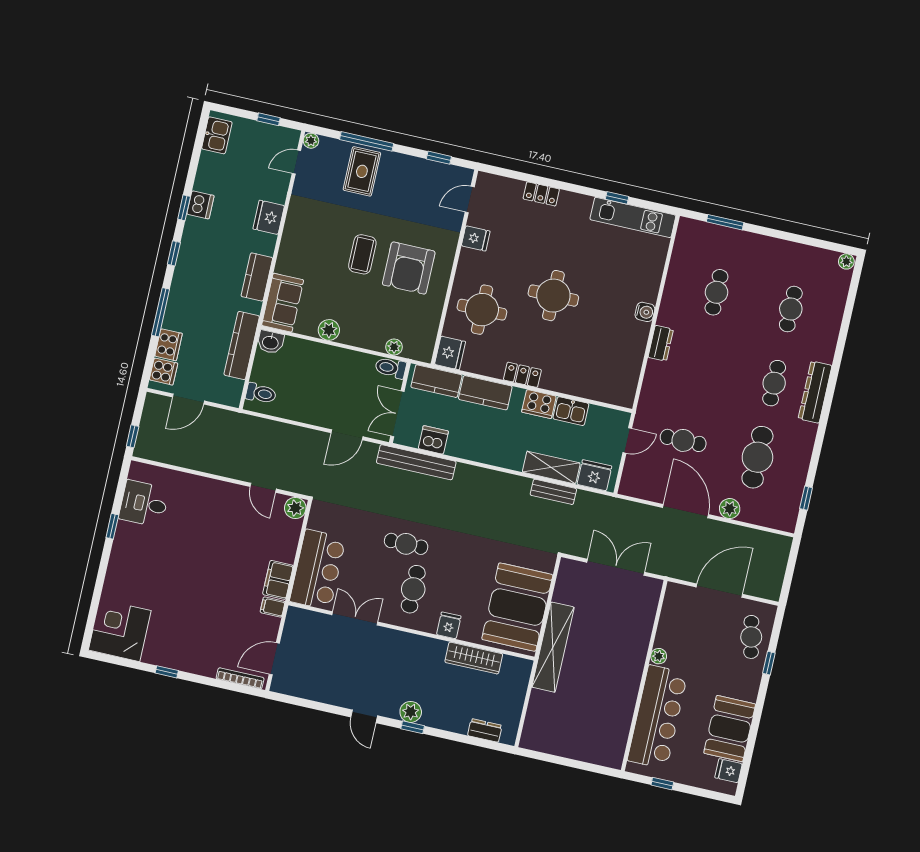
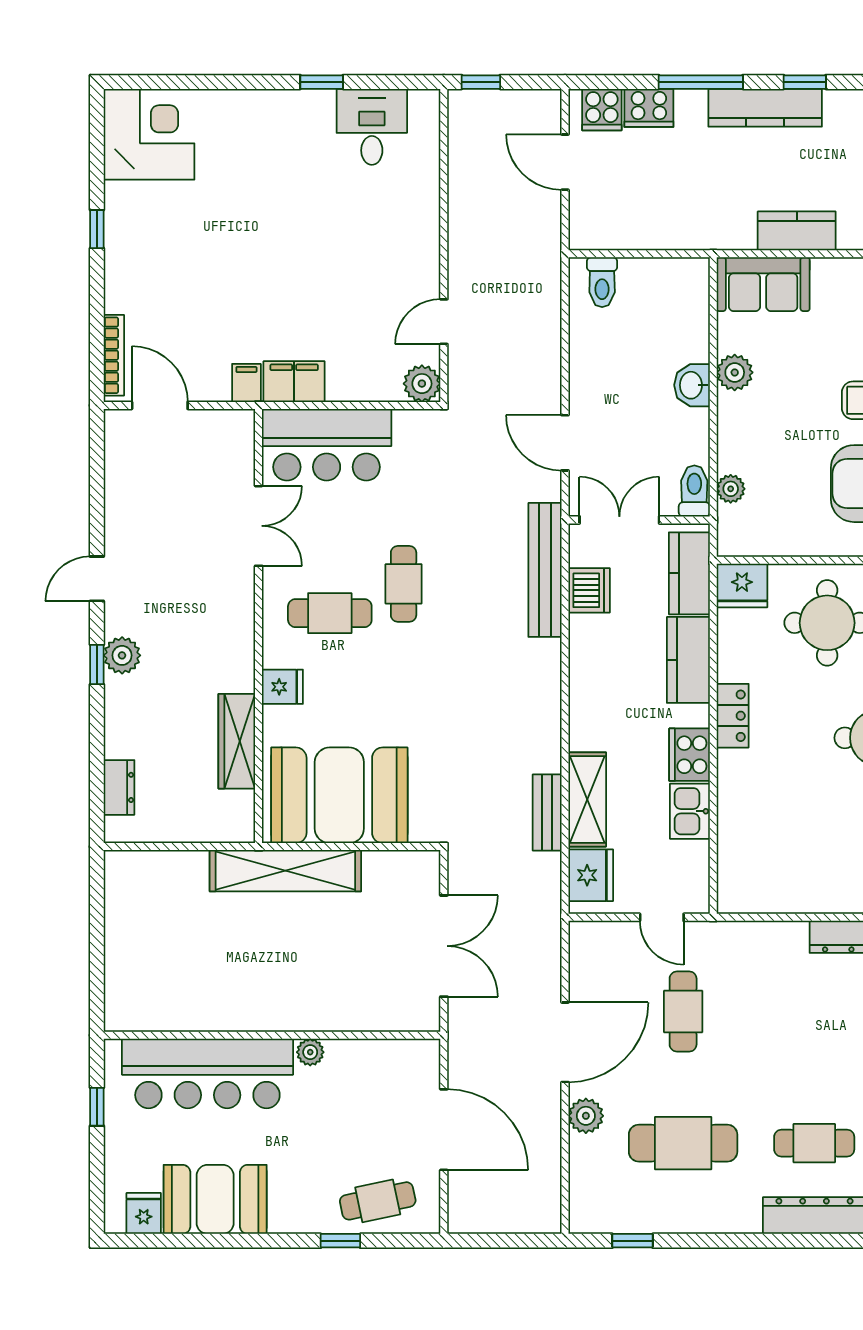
washbasin: (270, 342) -> (692, 385), moved
kitchen counter: (242, 345) -> (765, 108), moved, turned 180

